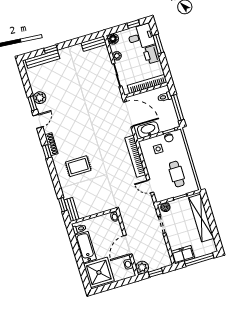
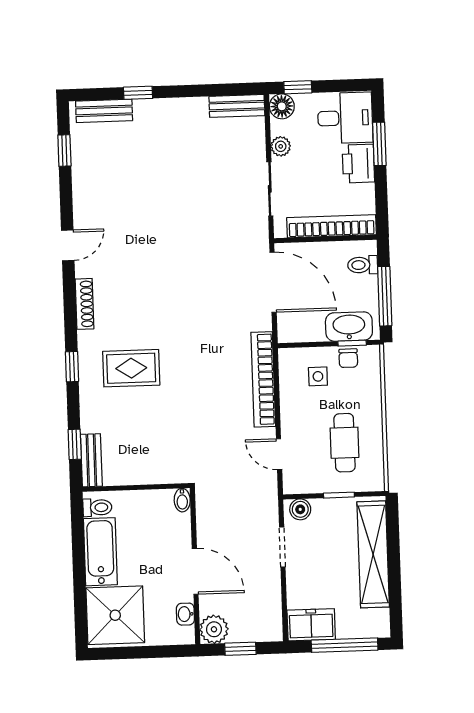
window: (133, 24) -> (298, 87), moved
bench: (43, 59) -> (104, 111), width x0.73
plant: (40, 98) -> (86, 194), removed
window: (32, 103) -> (64, 150), moved
washbasin: (148, 130) -> (349, 327), moved
window: (47, 152) -> (72, 367), moved
door: (128, 245) -> (195, 571), swing flipped

